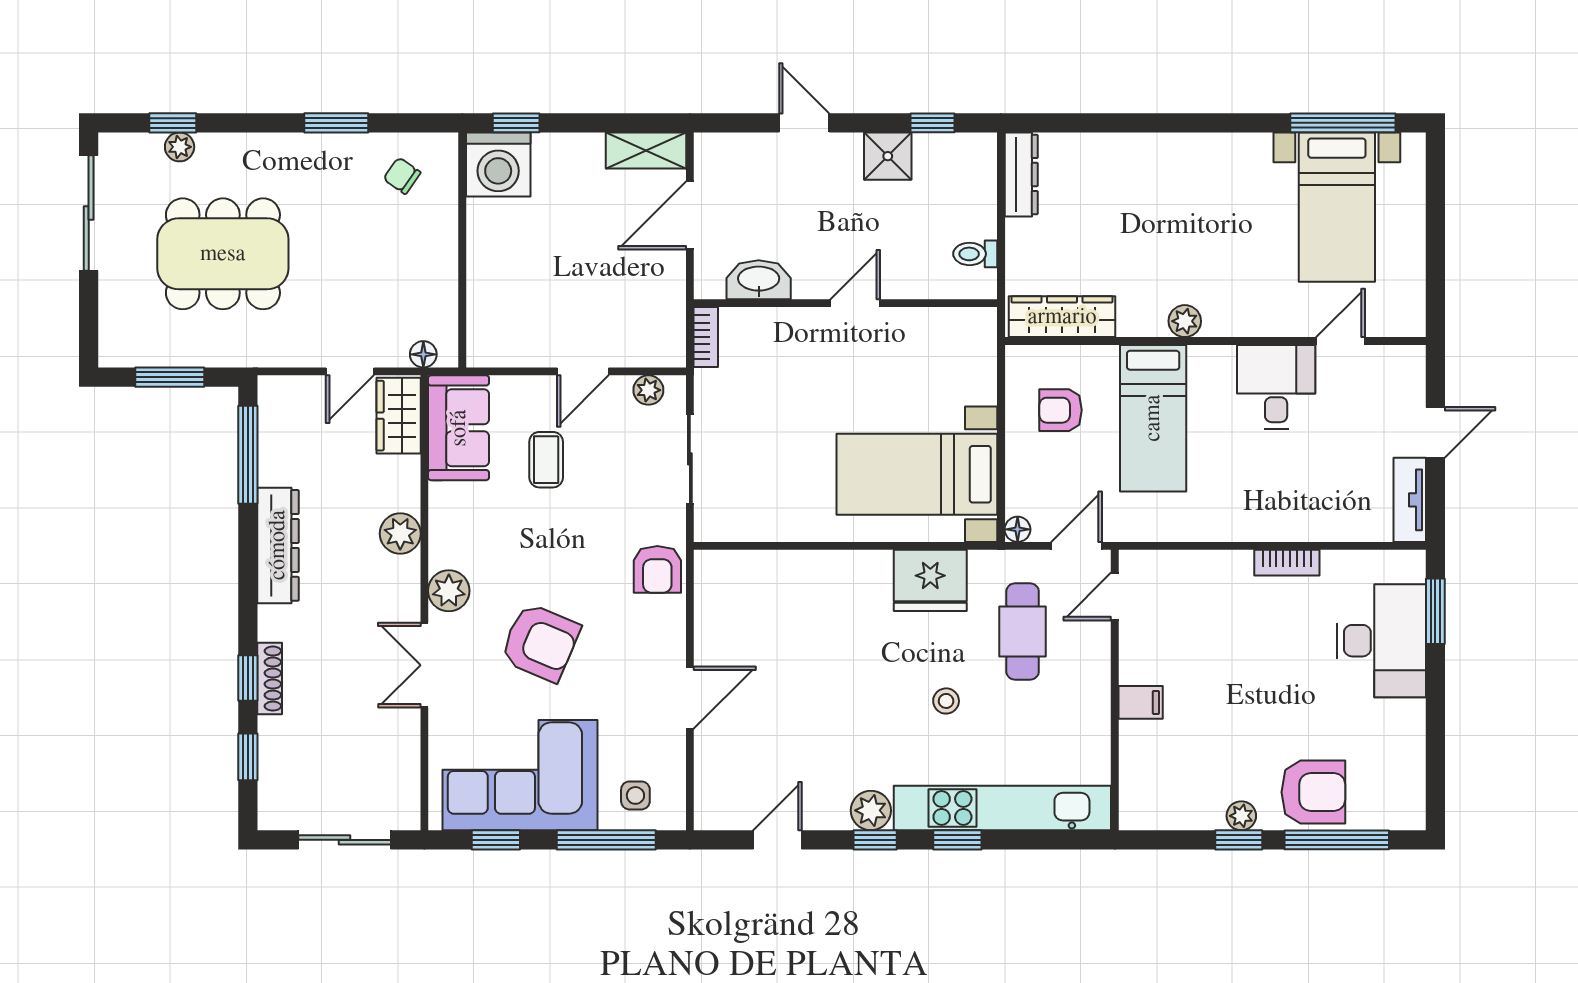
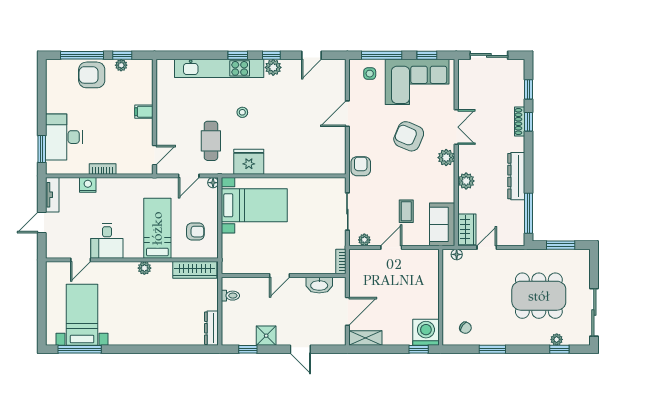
nightstand: (1323, 524) -> (88, 185), added
door: (1115, 596) -> (154, 155), moved
wall: (1115, 690) -> (154, 117), moved
filing cabinet: (1141, 702) -> (144, 112), moved

